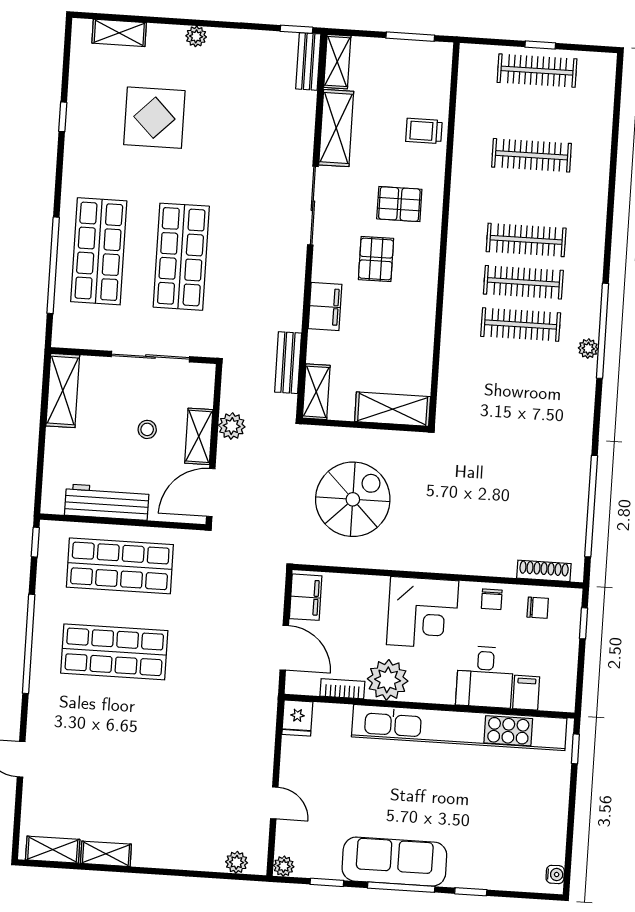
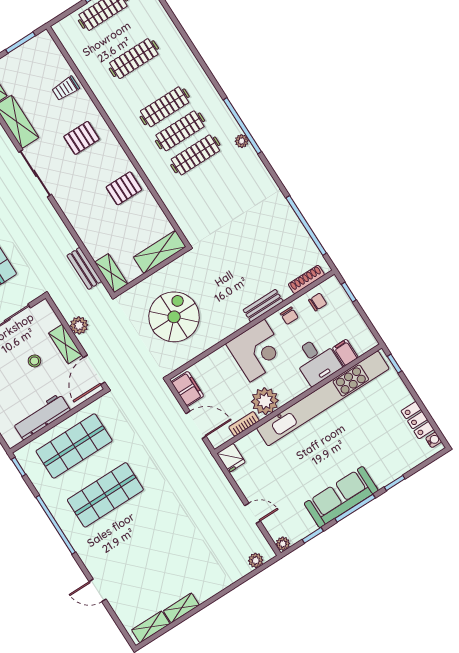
pallet: (376, 259) -> (124, 188), moved, turned 90
filing cabinet: (325, 307) -> (82, 223), removed
bench: (469, 564) -> (263, 306), added
locker: (553, 837) -> (417, 420), added

